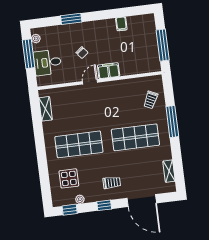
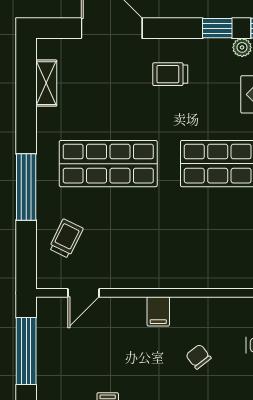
filing cabinet: (109, 71) -> (158, 311), width x0.50
door: (90, 82) -> (83, 293), moved
window: (104, 205) -> (217, 28), moved

